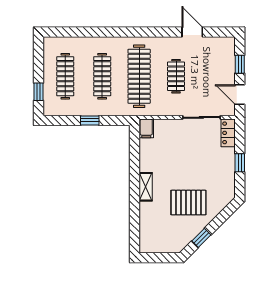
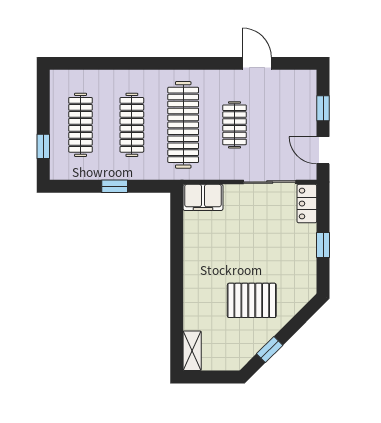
filing cabinet: (146, 128) -> (203, 197), width x2.00
shelving: (146, 187) -> (192, 351), moved

